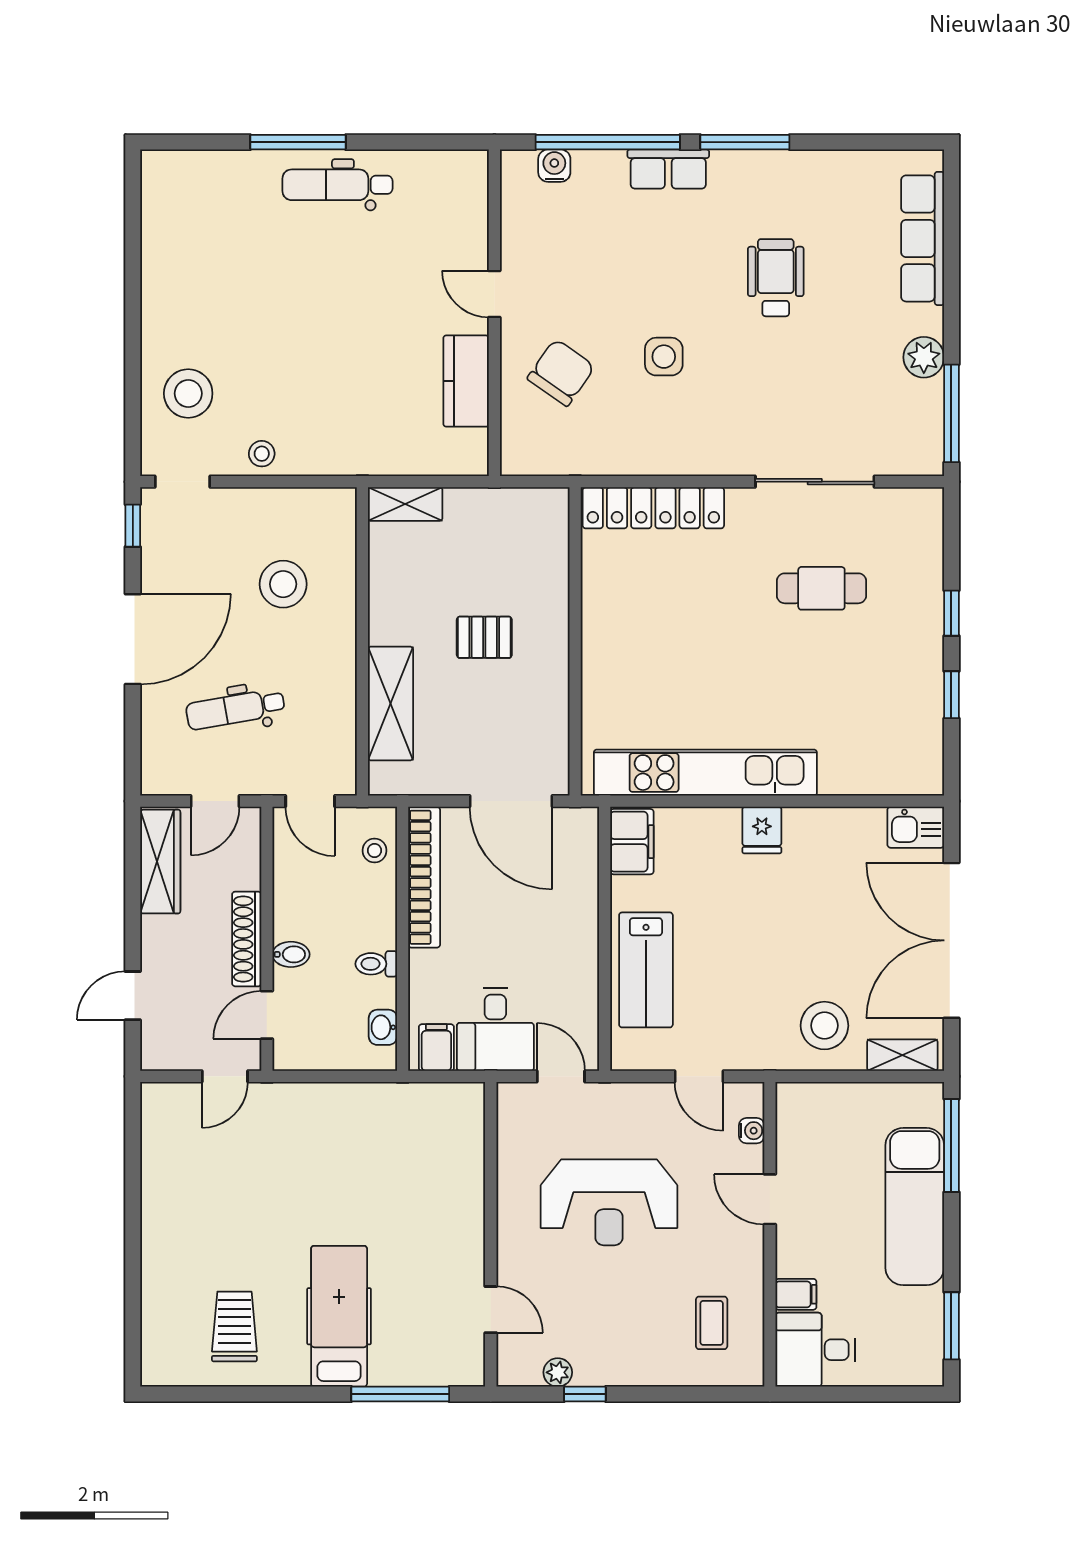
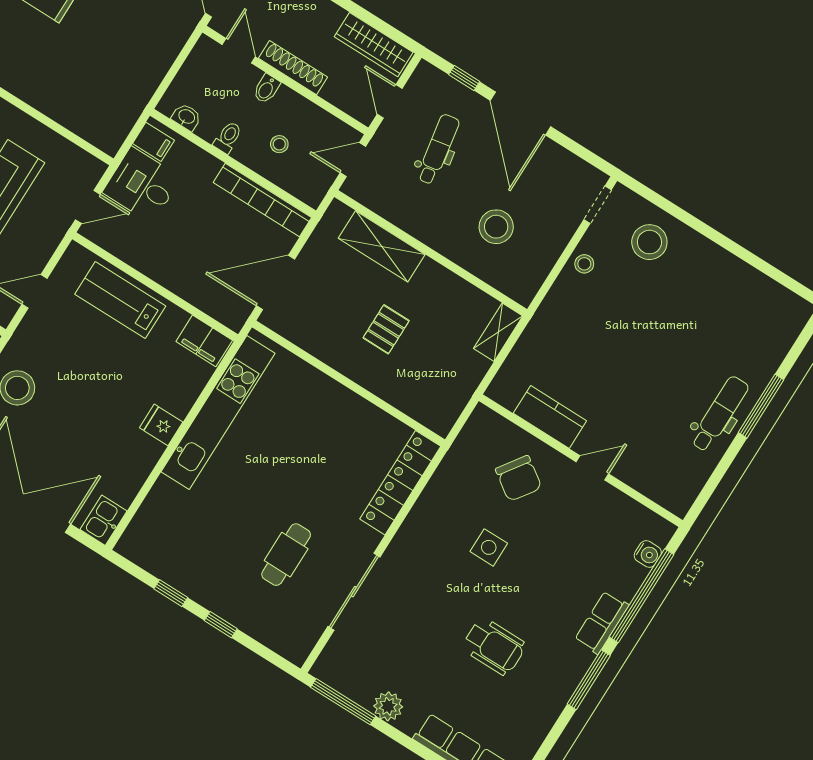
window: (133, 526) -> (464, 78), moved
stool: (374, 850) -> (279, 144), moved

